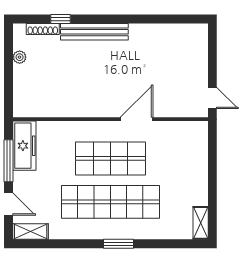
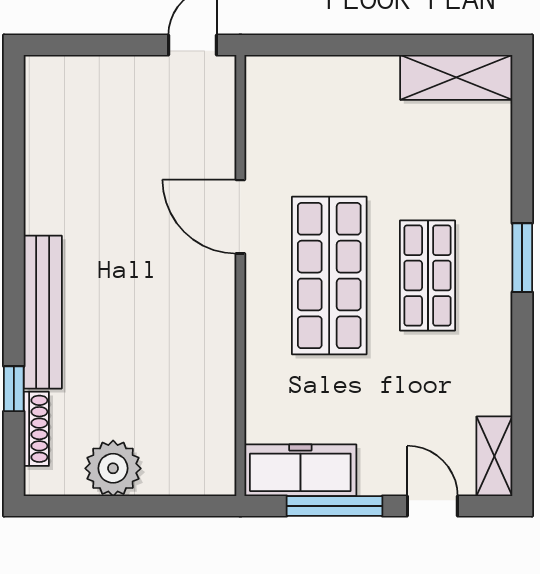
plant: (20, 57) -> (113, 468), width x1.87, depth x1.87
shop shelf: (110, 202) -> (428, 276), width x0.50, depth x0.74
door: (9, 204) -> (432, 506), hinge flipped
shelving: (201, 223) -> (456, 77), width x1.50, depth x1.33

